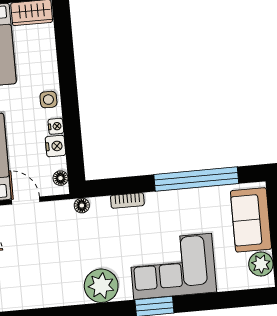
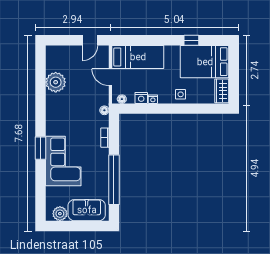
side table: (48, 100) -> (181, 94), moved
door: (26, 201) -> (110, 77), swing flipped
plant: (101, 286) -> (56, 82), moved

